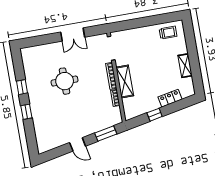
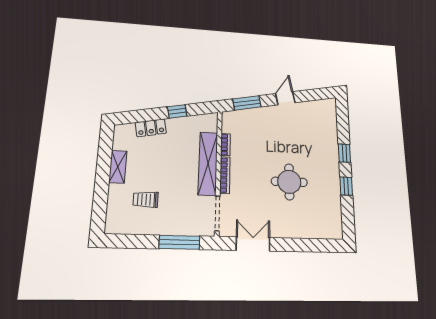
window: (132, 24) -> (179, 242), added
trolley: (168, 33) -> (146, 199), moved
double door: (73, 35) -> (253, 244), moved
shelving: (125, 82) -> (208, 163), width x1.47
door: (78, 144) -> (285, 98), hinge flipped

